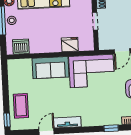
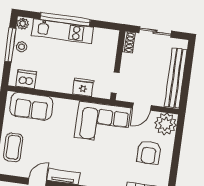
doorway: (95, 21) -> (115, 83), moved
sofa: (50, 68) -> (31, 106), moved

